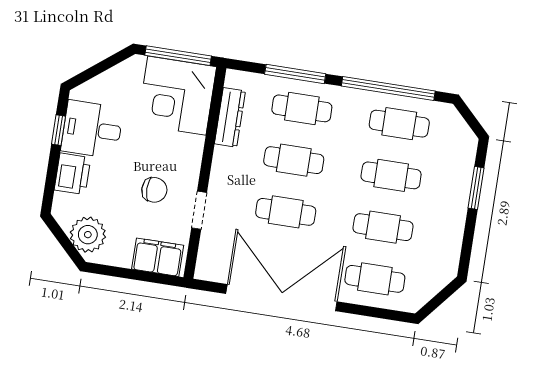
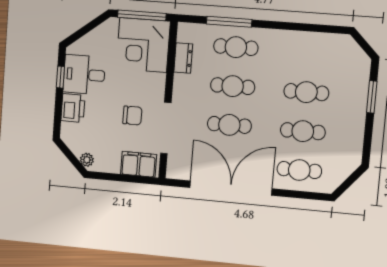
window: (388, 89) -> (300, 27), removed
dresser: (230, 117) -> (183, 58), width x0.70
cafe table: (399, 124) -> (310, 53), removed
doorway: (199, 210) -> (166, 128), width x1.87
plant: (88, 235) -> (87, 160), width x0.53, depth x0.53

